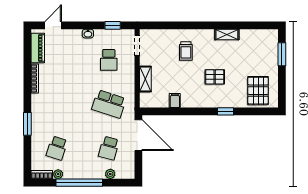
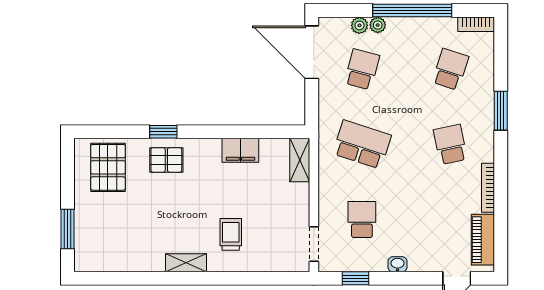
shelving: (227, 34) -> (186, 263), moved
pallet: (215, 77) -> (166, 160), moved
shelving: (145, 79) -> (300, 160), moved
filing cabinet: (175, 101) -> (240, 150), width x2.00
school desk: (57, 104) -> (450, 144), added
door: (138, 135) -> (312, 52), moved
plant: (58, 174) -> (378, 25), moved

